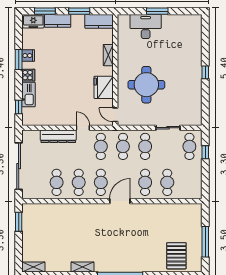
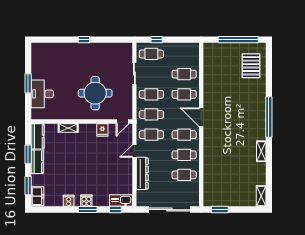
kitchen counter: (58, 21) -> (37, 162), moved
window: (19, 59) -> (88, 210), moved
fridge: (104, 87) -> (102, 130), width x0.53, depth x0.75
kitchen sink: (28, 95) -> (121, 200), moved
window: (205, 242) -> (238, 40), width x1.46
pallet: (176, 256) -> (251, 66), turned 90

